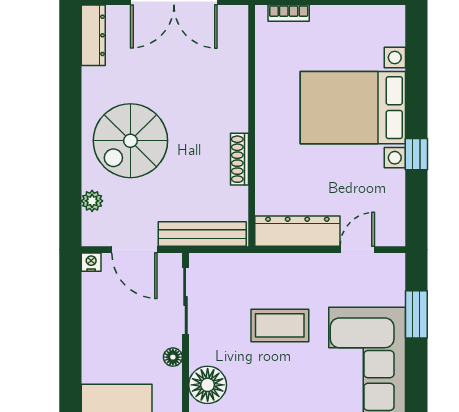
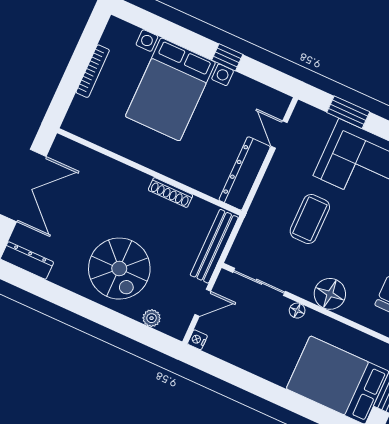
bookcase: (289, 13) -> (93, 71), moved, width x1.56
door: (134, 250) -> (203, 303), width x0.73

